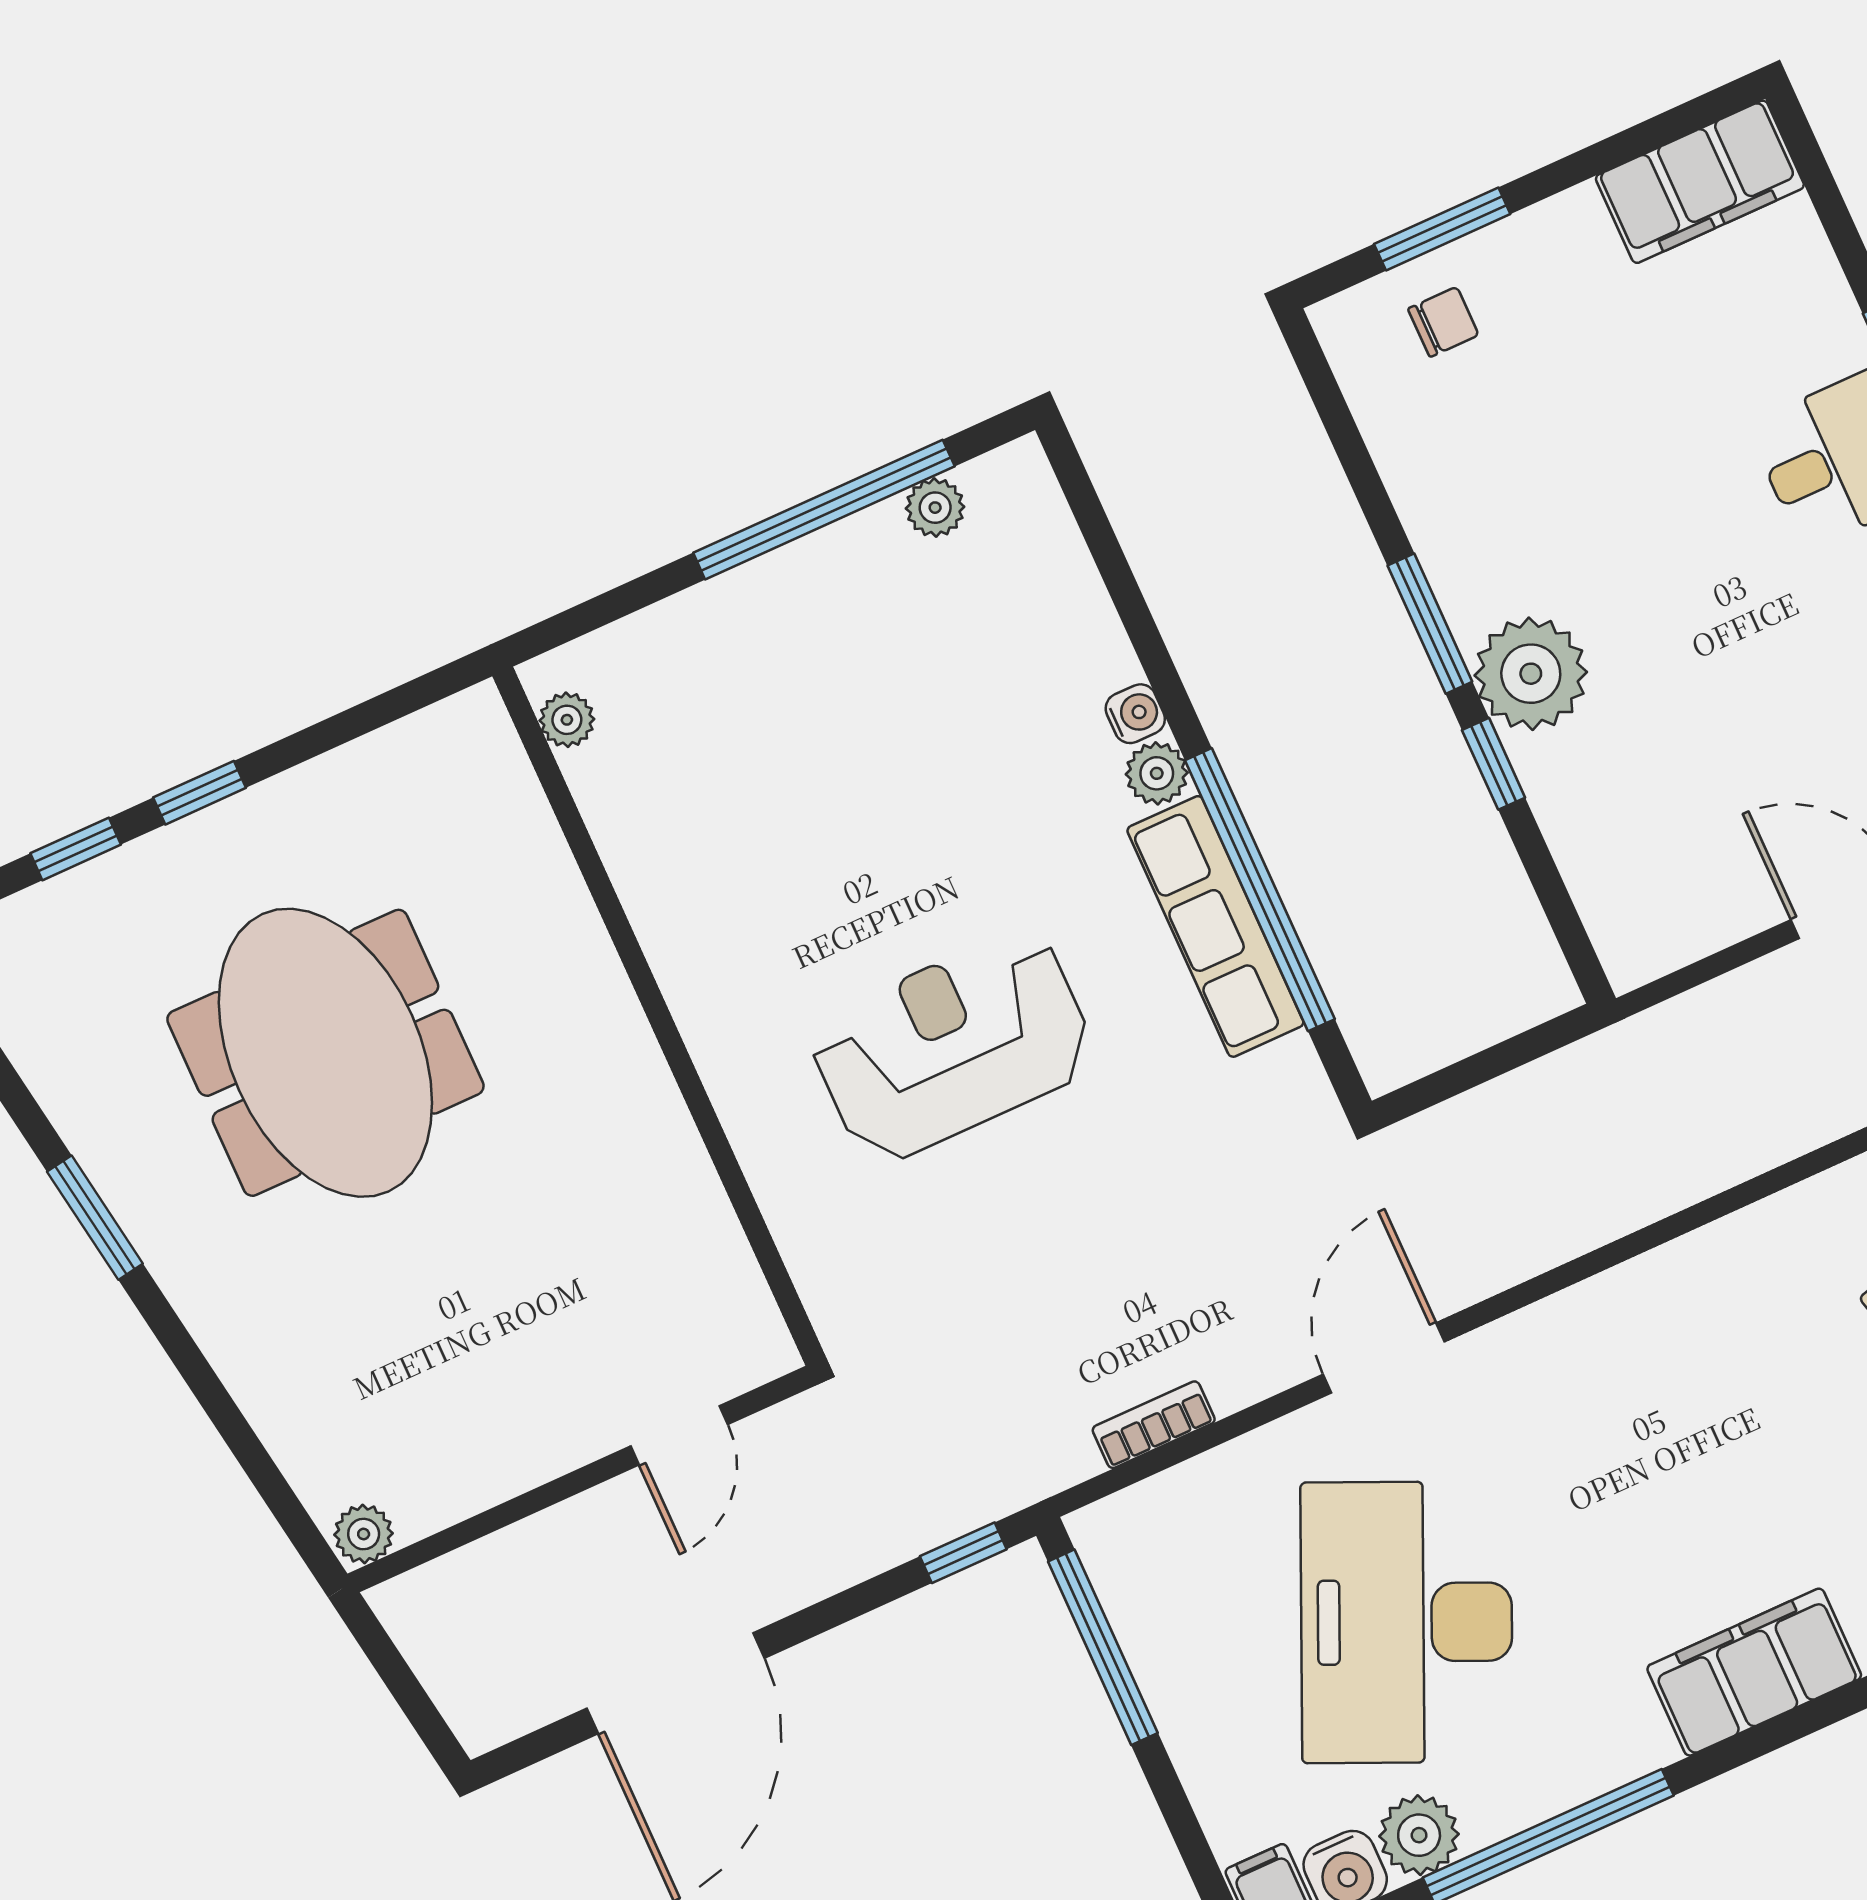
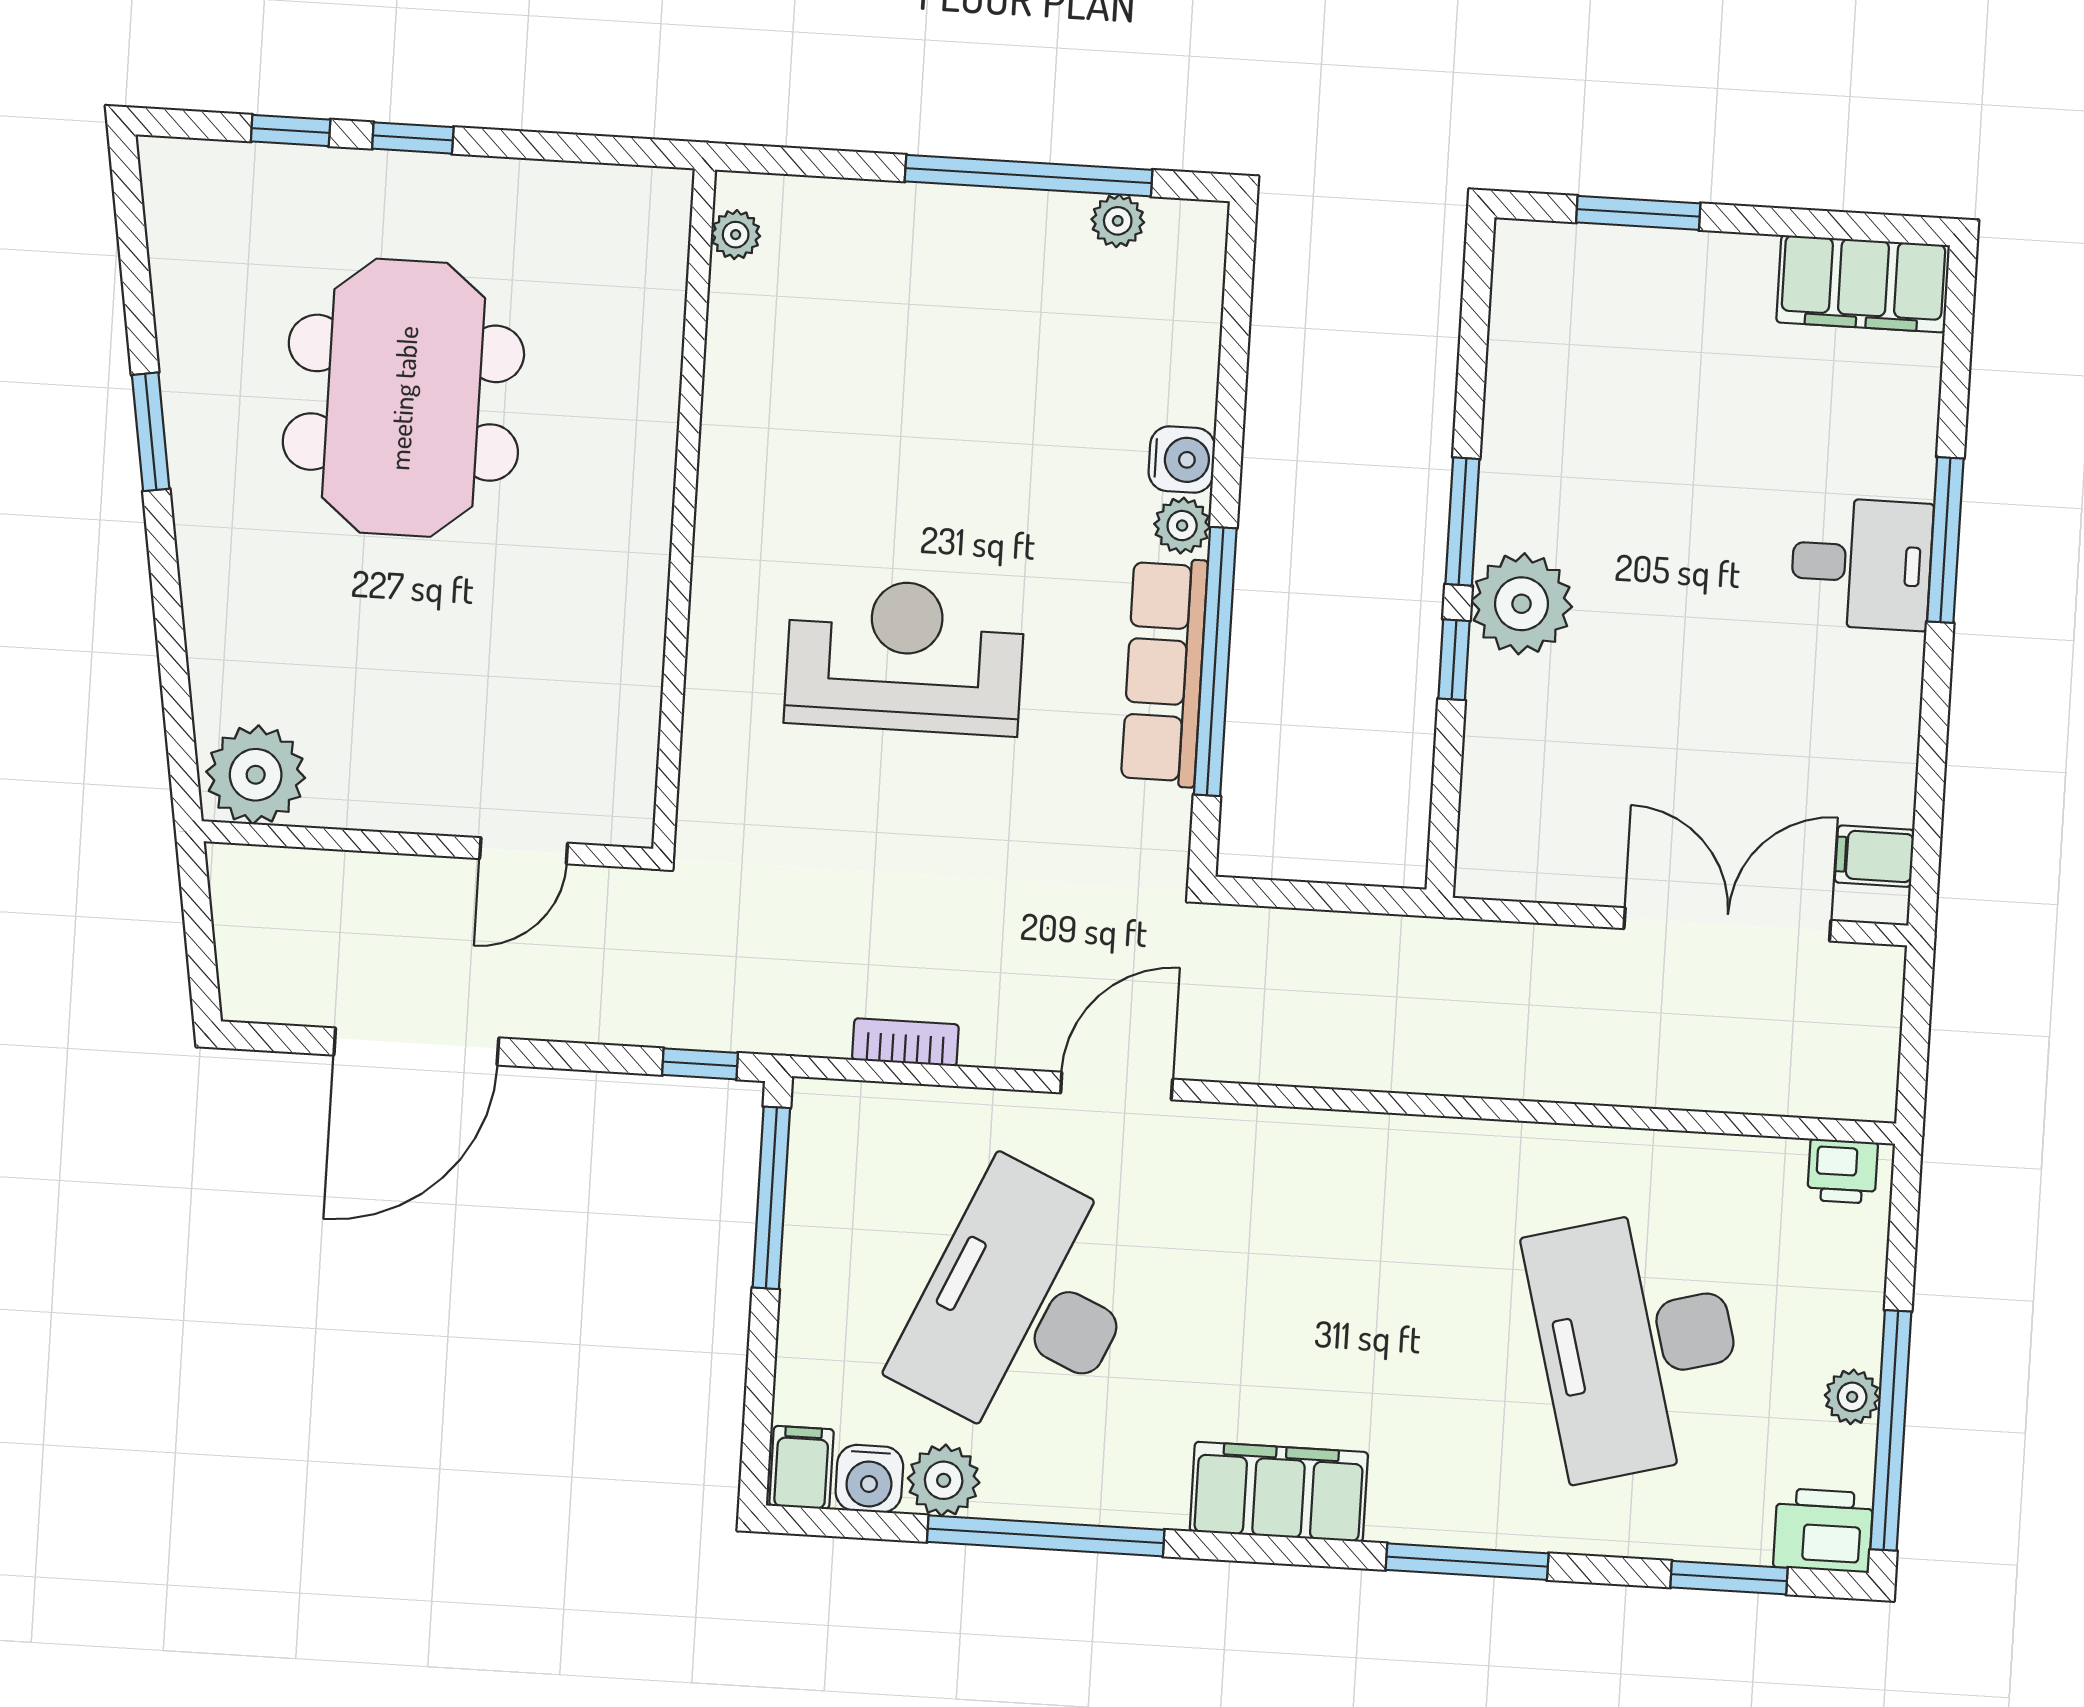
chair: (1443, 322) -> (1600, 287), removed
water cooler: (1135, 714) -> (1182, 460), width x1.38, depth x1.38
plant: (364, 1534) -> (256, 775), width x1.87, depth x1.87

